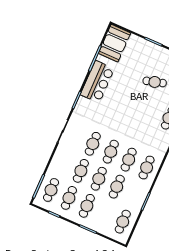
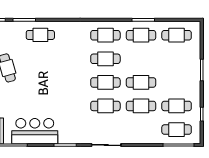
cafe table: (117, 187) -> (141, 35), moved
cafe table: (87, 206) -> (177, 82), removed

